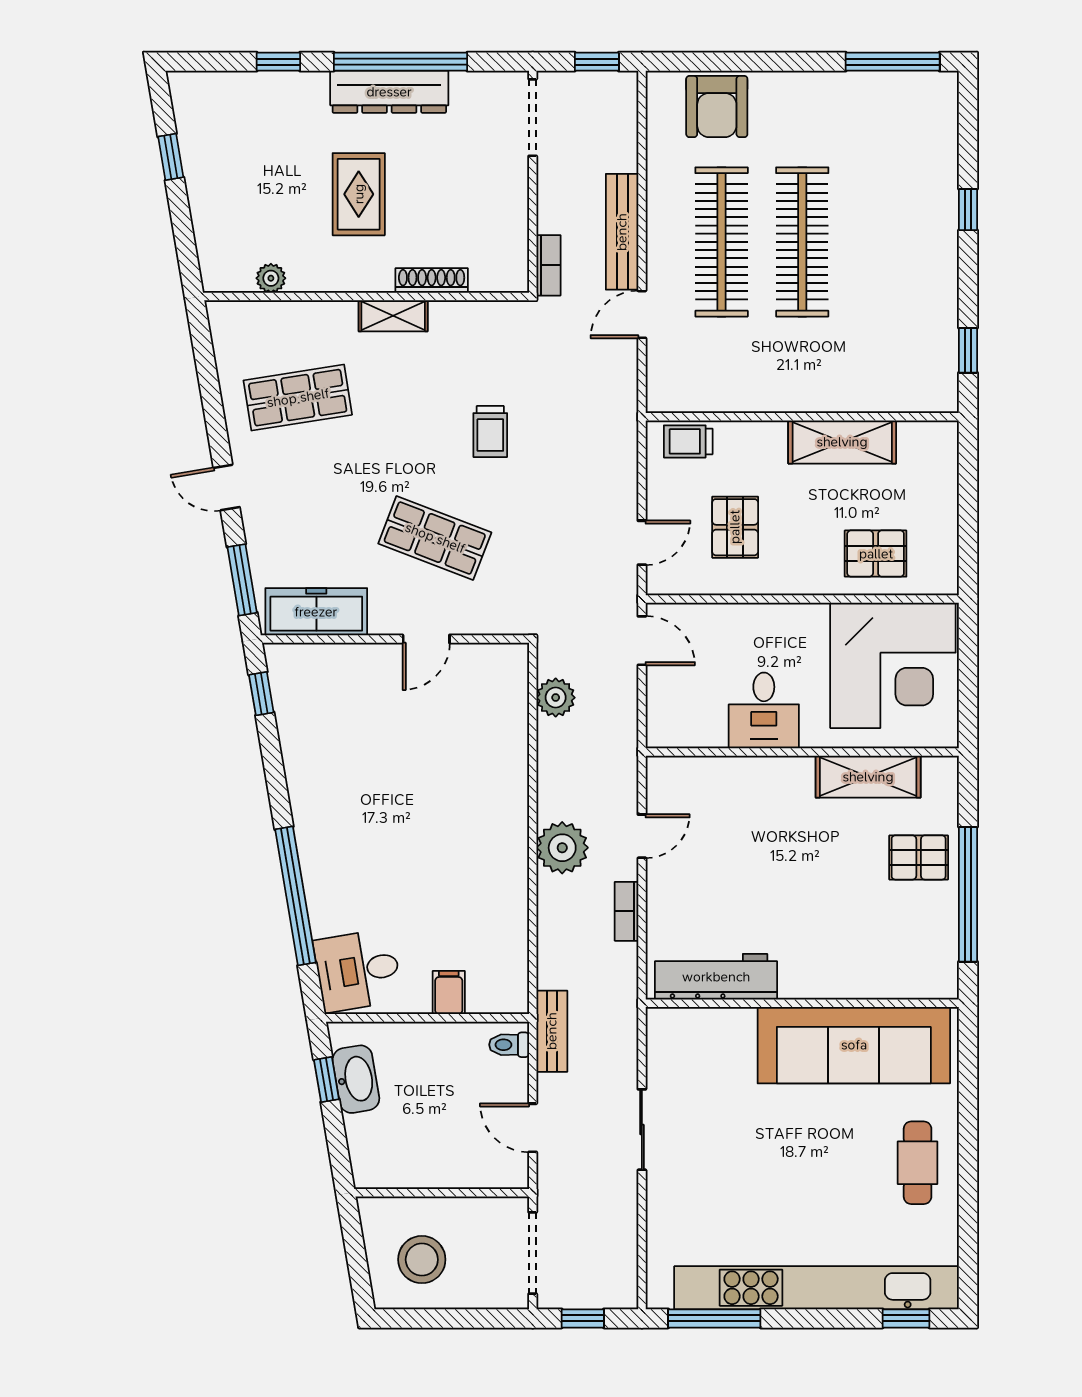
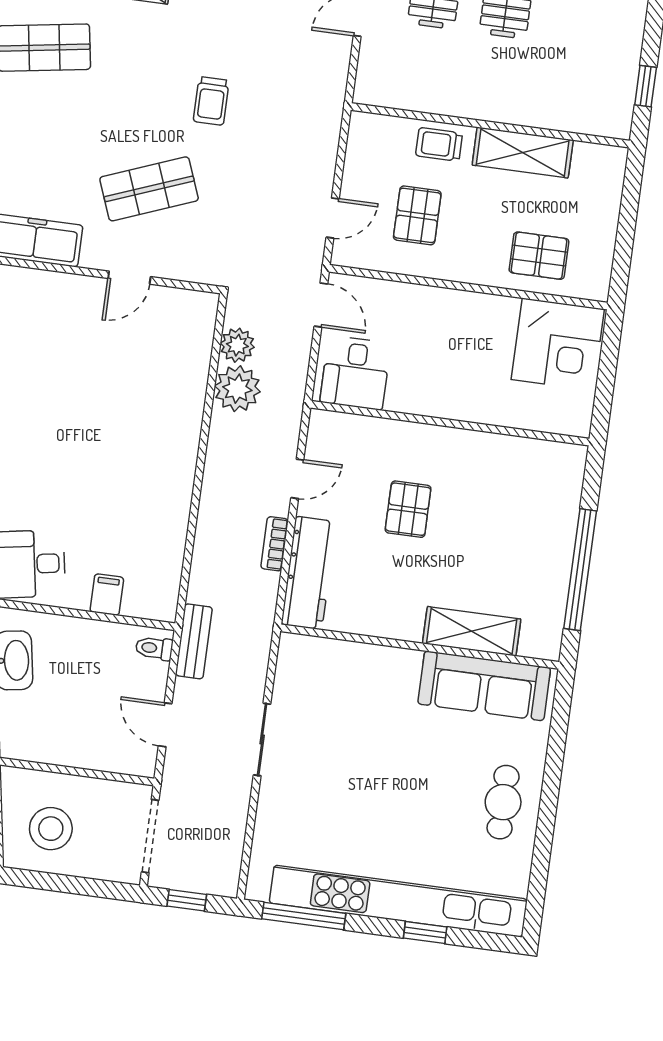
trolley: (688, 441) -> (439, 144), moved
shop shelf: (435, 538) -> (149, 189), turned -42
corner desk: (893, 665) -> (558, 344), width x0.74, depth x0.74
desk: (764, 710) -> (355, 373), moved
shelving: (868, 777) -> (472, 631), moved
plant: (562, 848) -> (237, 389), moved
pallet: (919, 857) -> (408, 509), moved, turned 90
workbench: (716, 977) -> (309, 573), moved, turned 90
sofa: (854, 1045) -> (484, 686), width x0.74, depth x0.79
window: (906, 1318) -> (425, 932), moved

